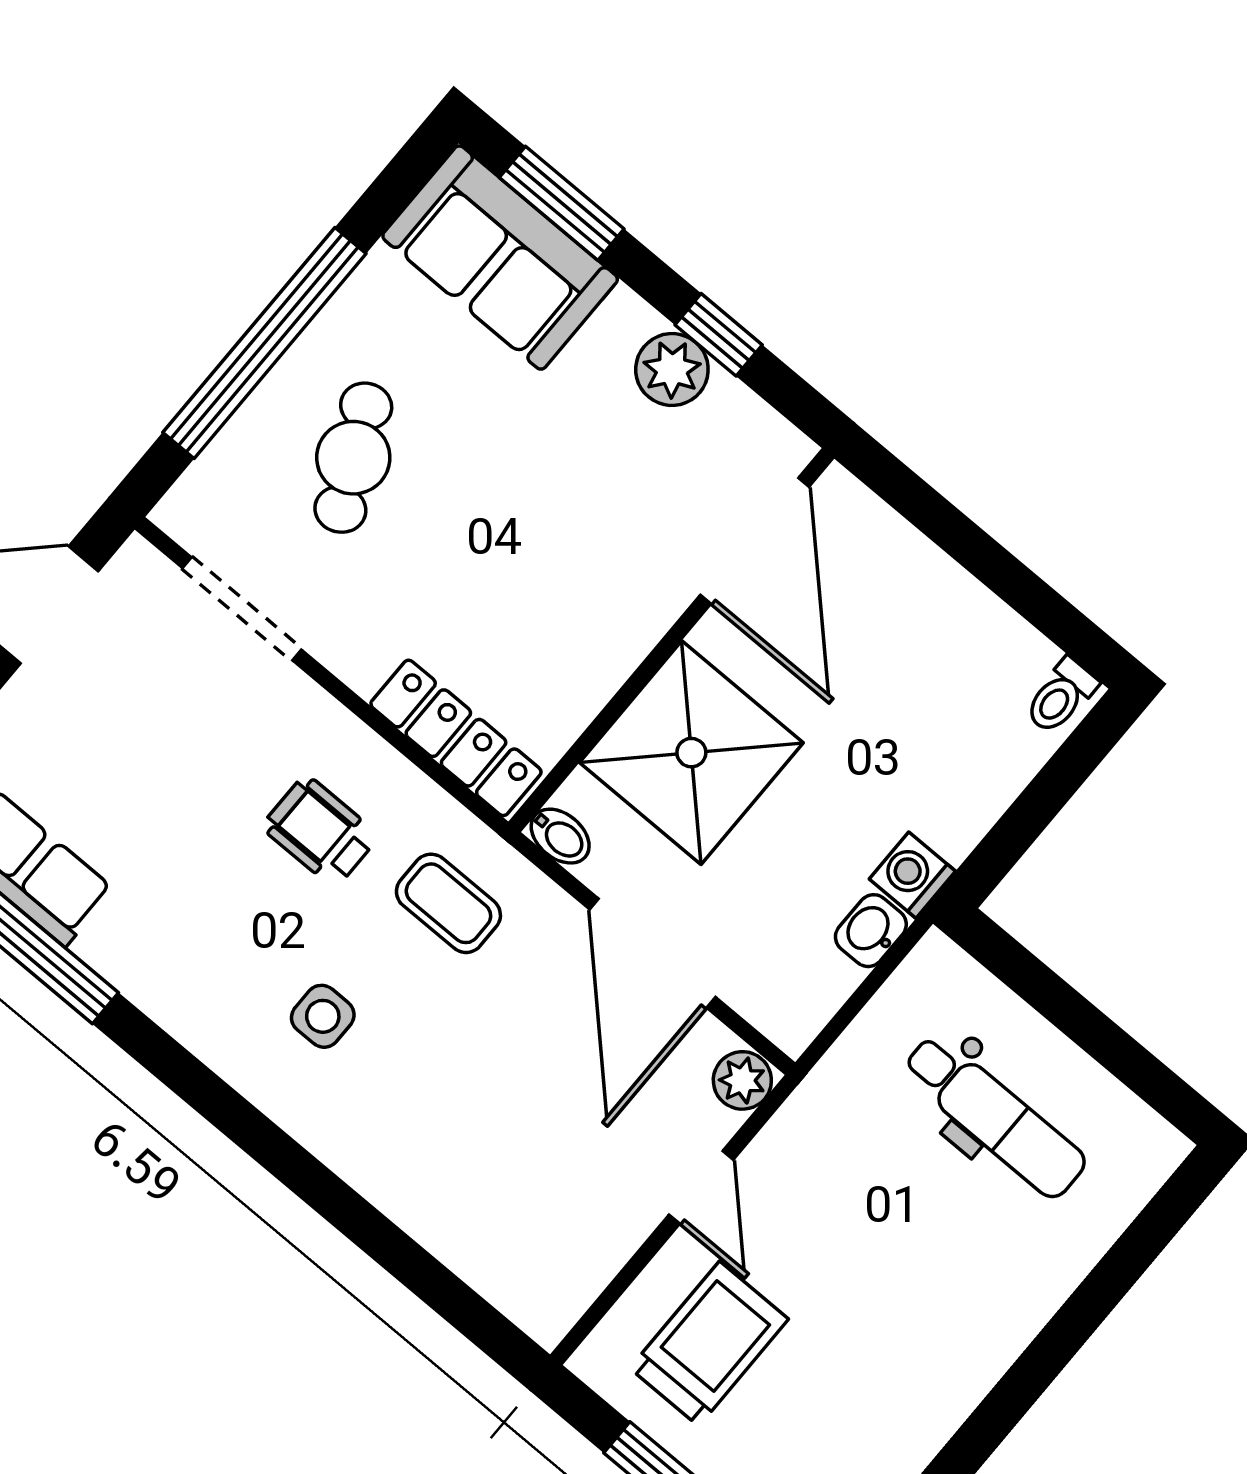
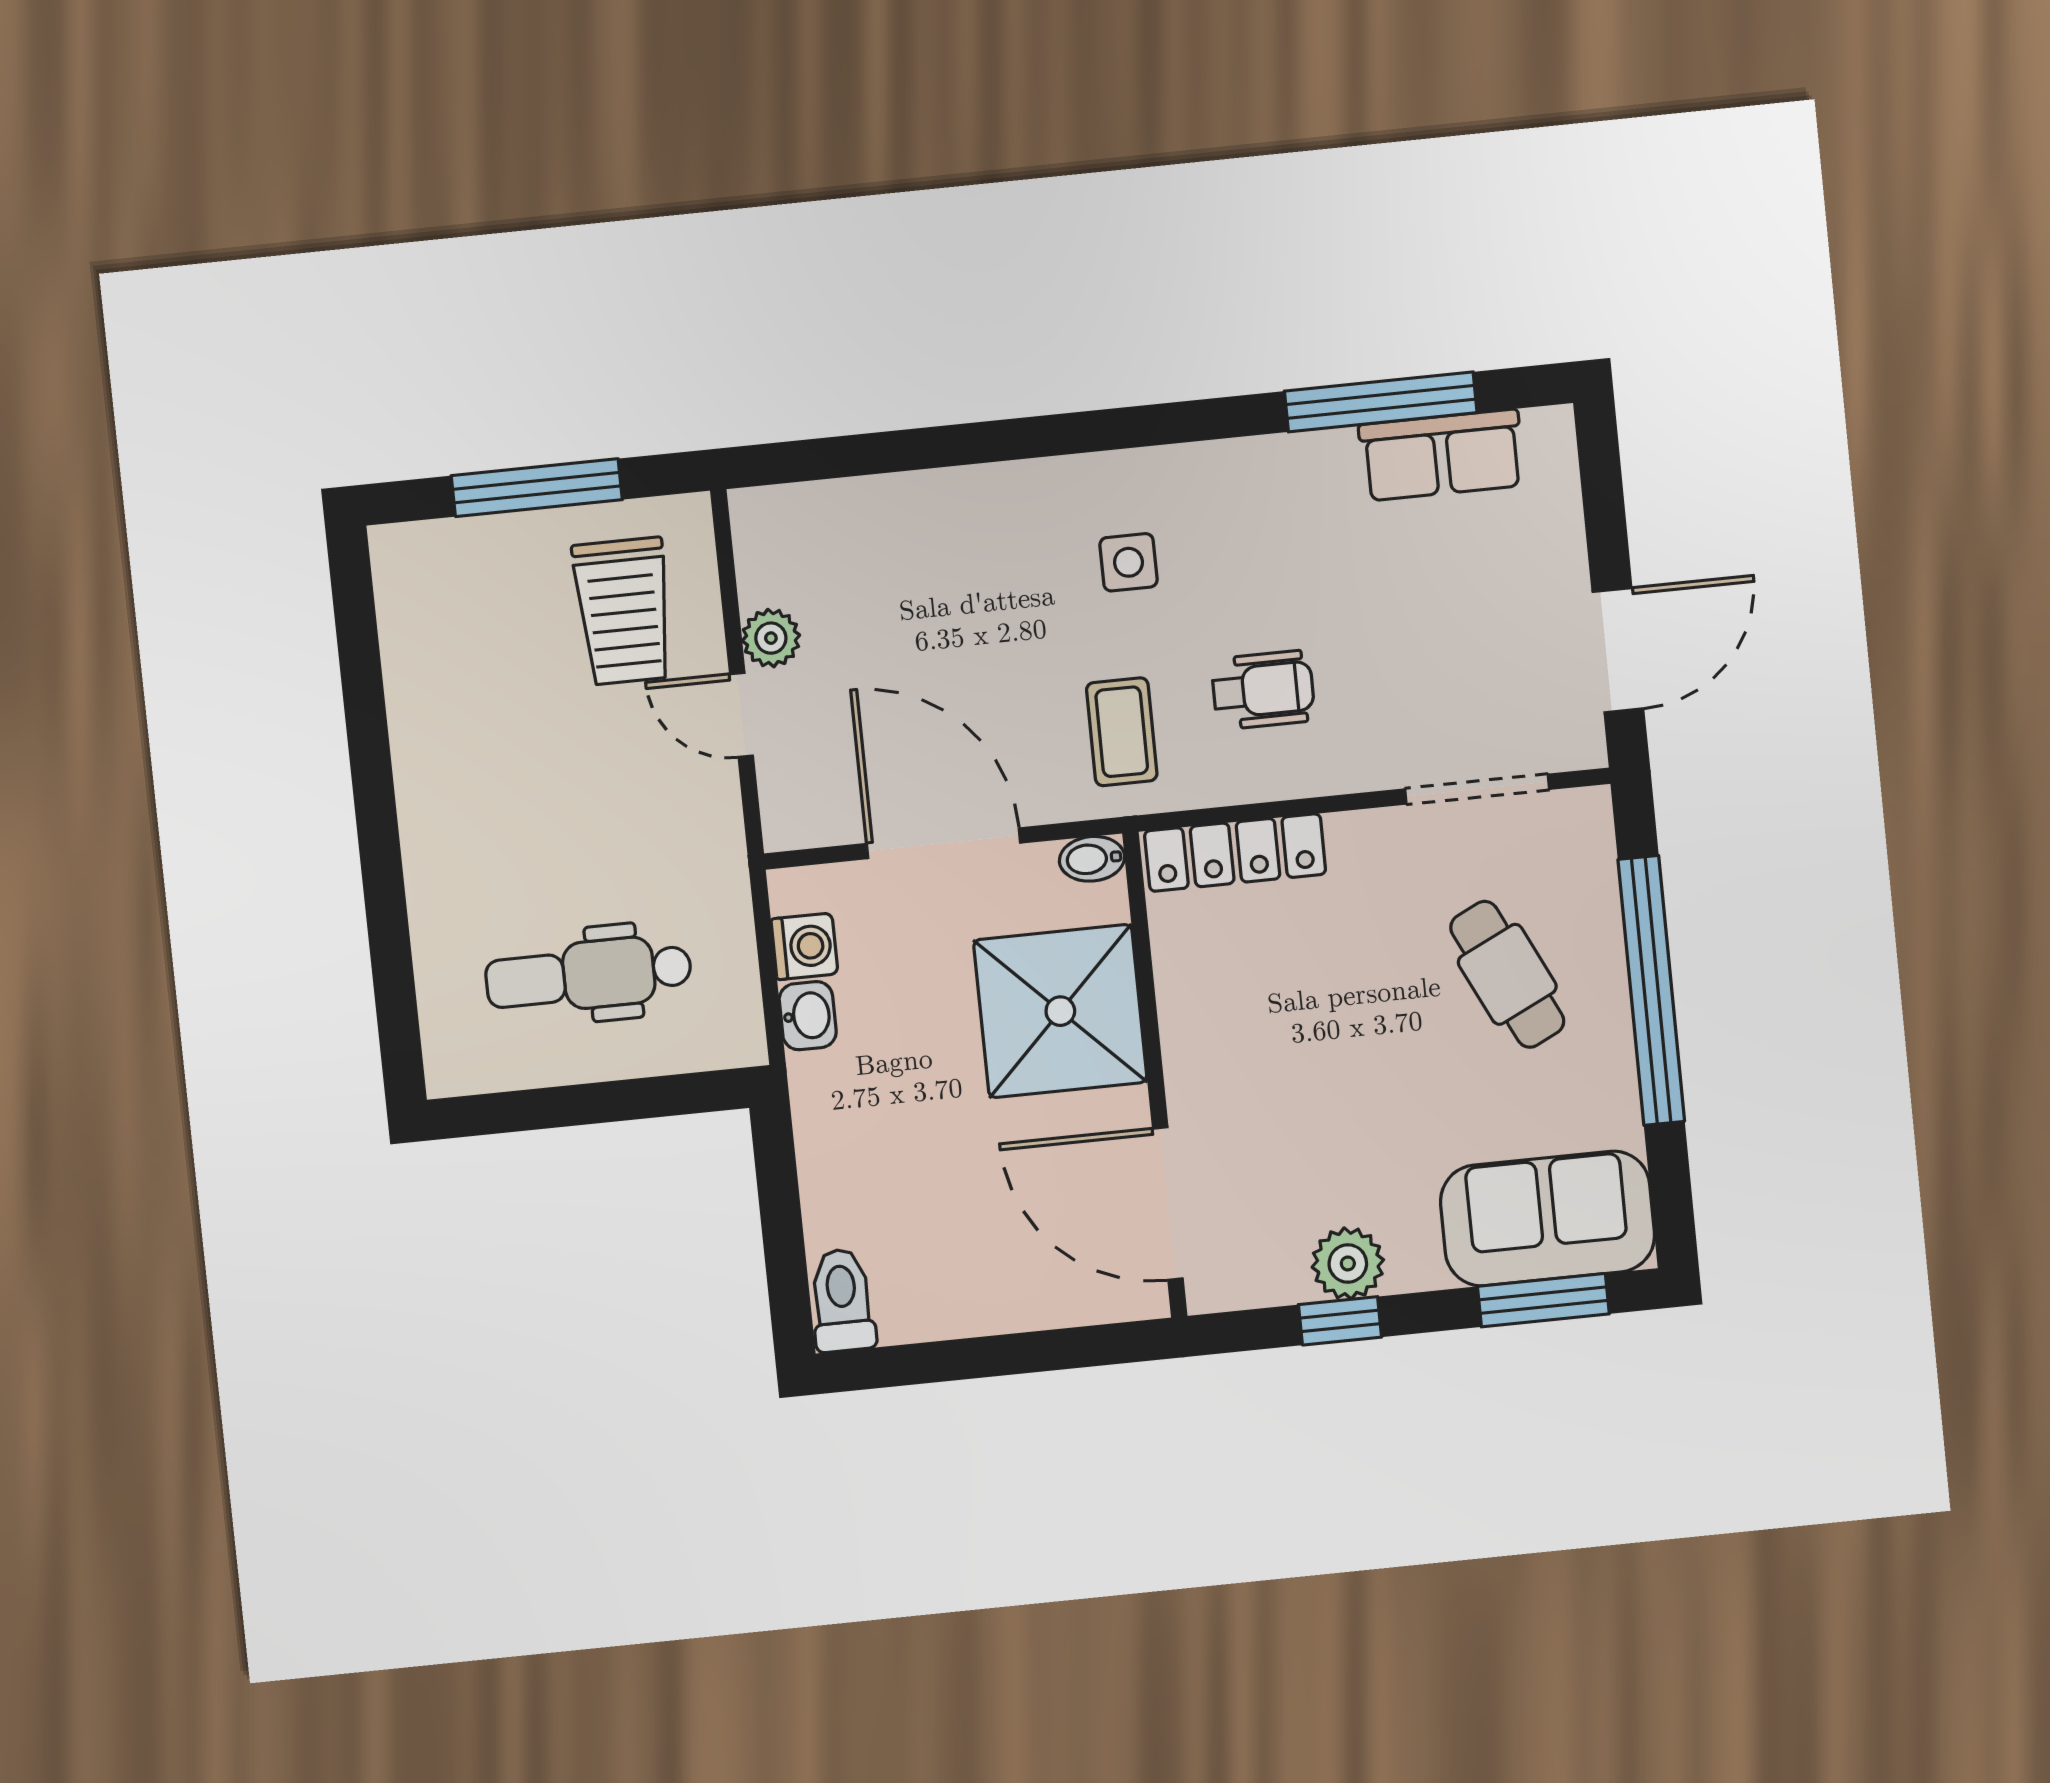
toilet: (1061, 696) -> (842, 1300), width x1.37, depth x1.39
washing machine: (912, 875) -> (804, 946), moved
coffee table: (448, 903) -> (1122, 732), turned 90
plant: (742, 1080) -> (771, 638), moved

